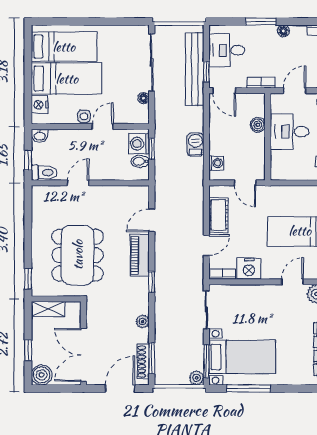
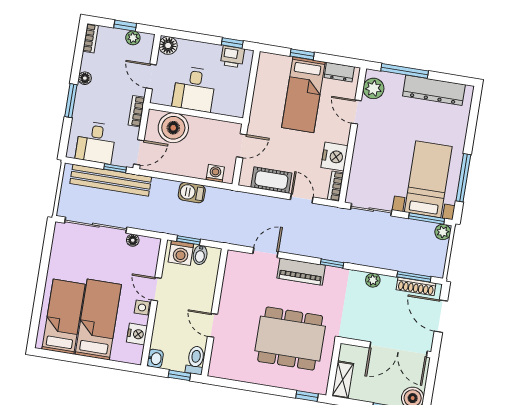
nightstand: (40, 105) -> (137, 334), moved, turned -90
boiler: (258, 125) -> (173, 128), width x1.86, depth x1.86
door: (152, 220) -> (265, 253), swing flipped

